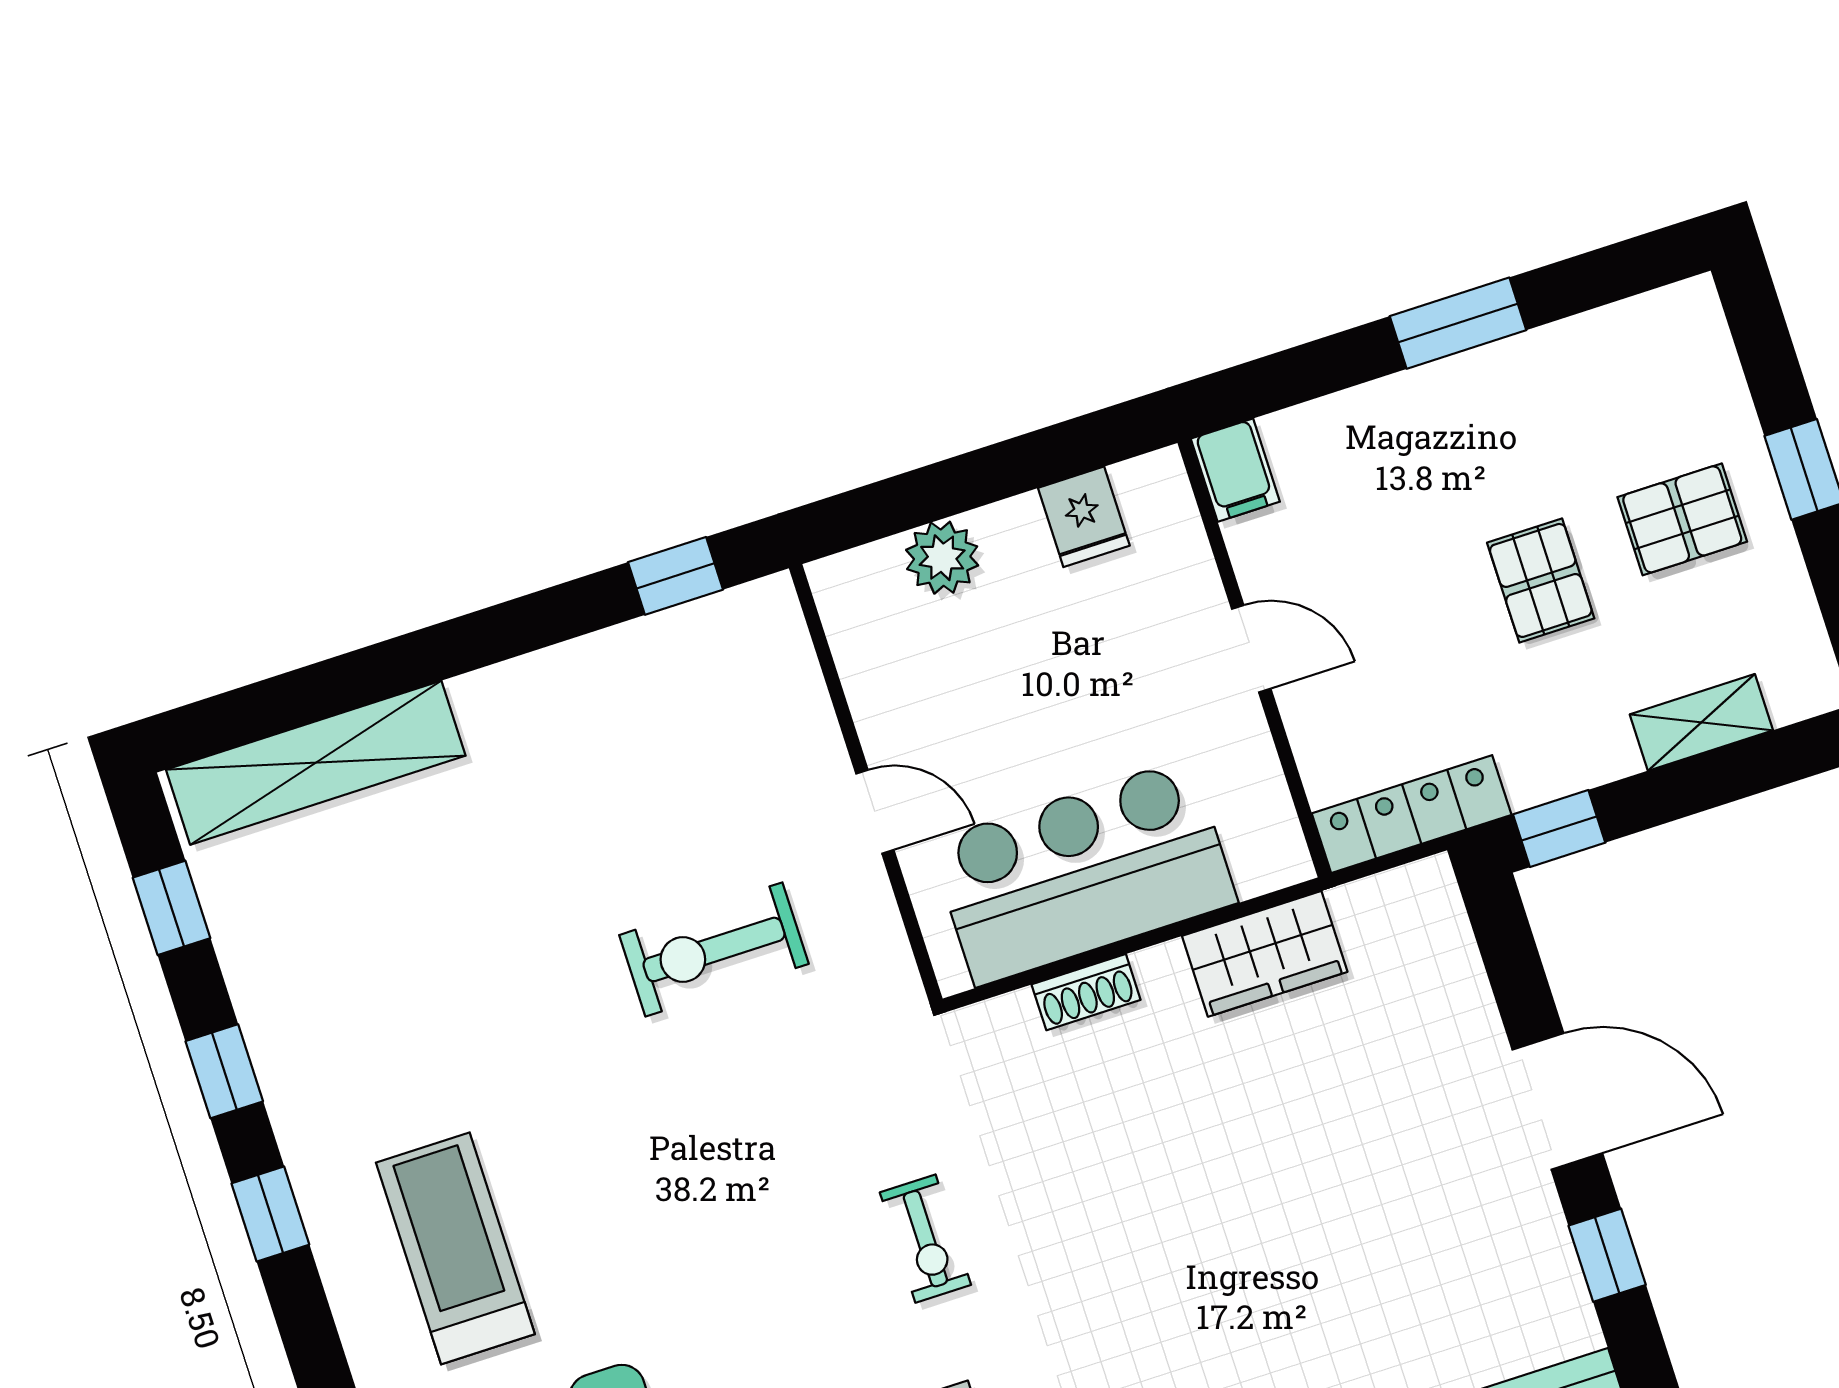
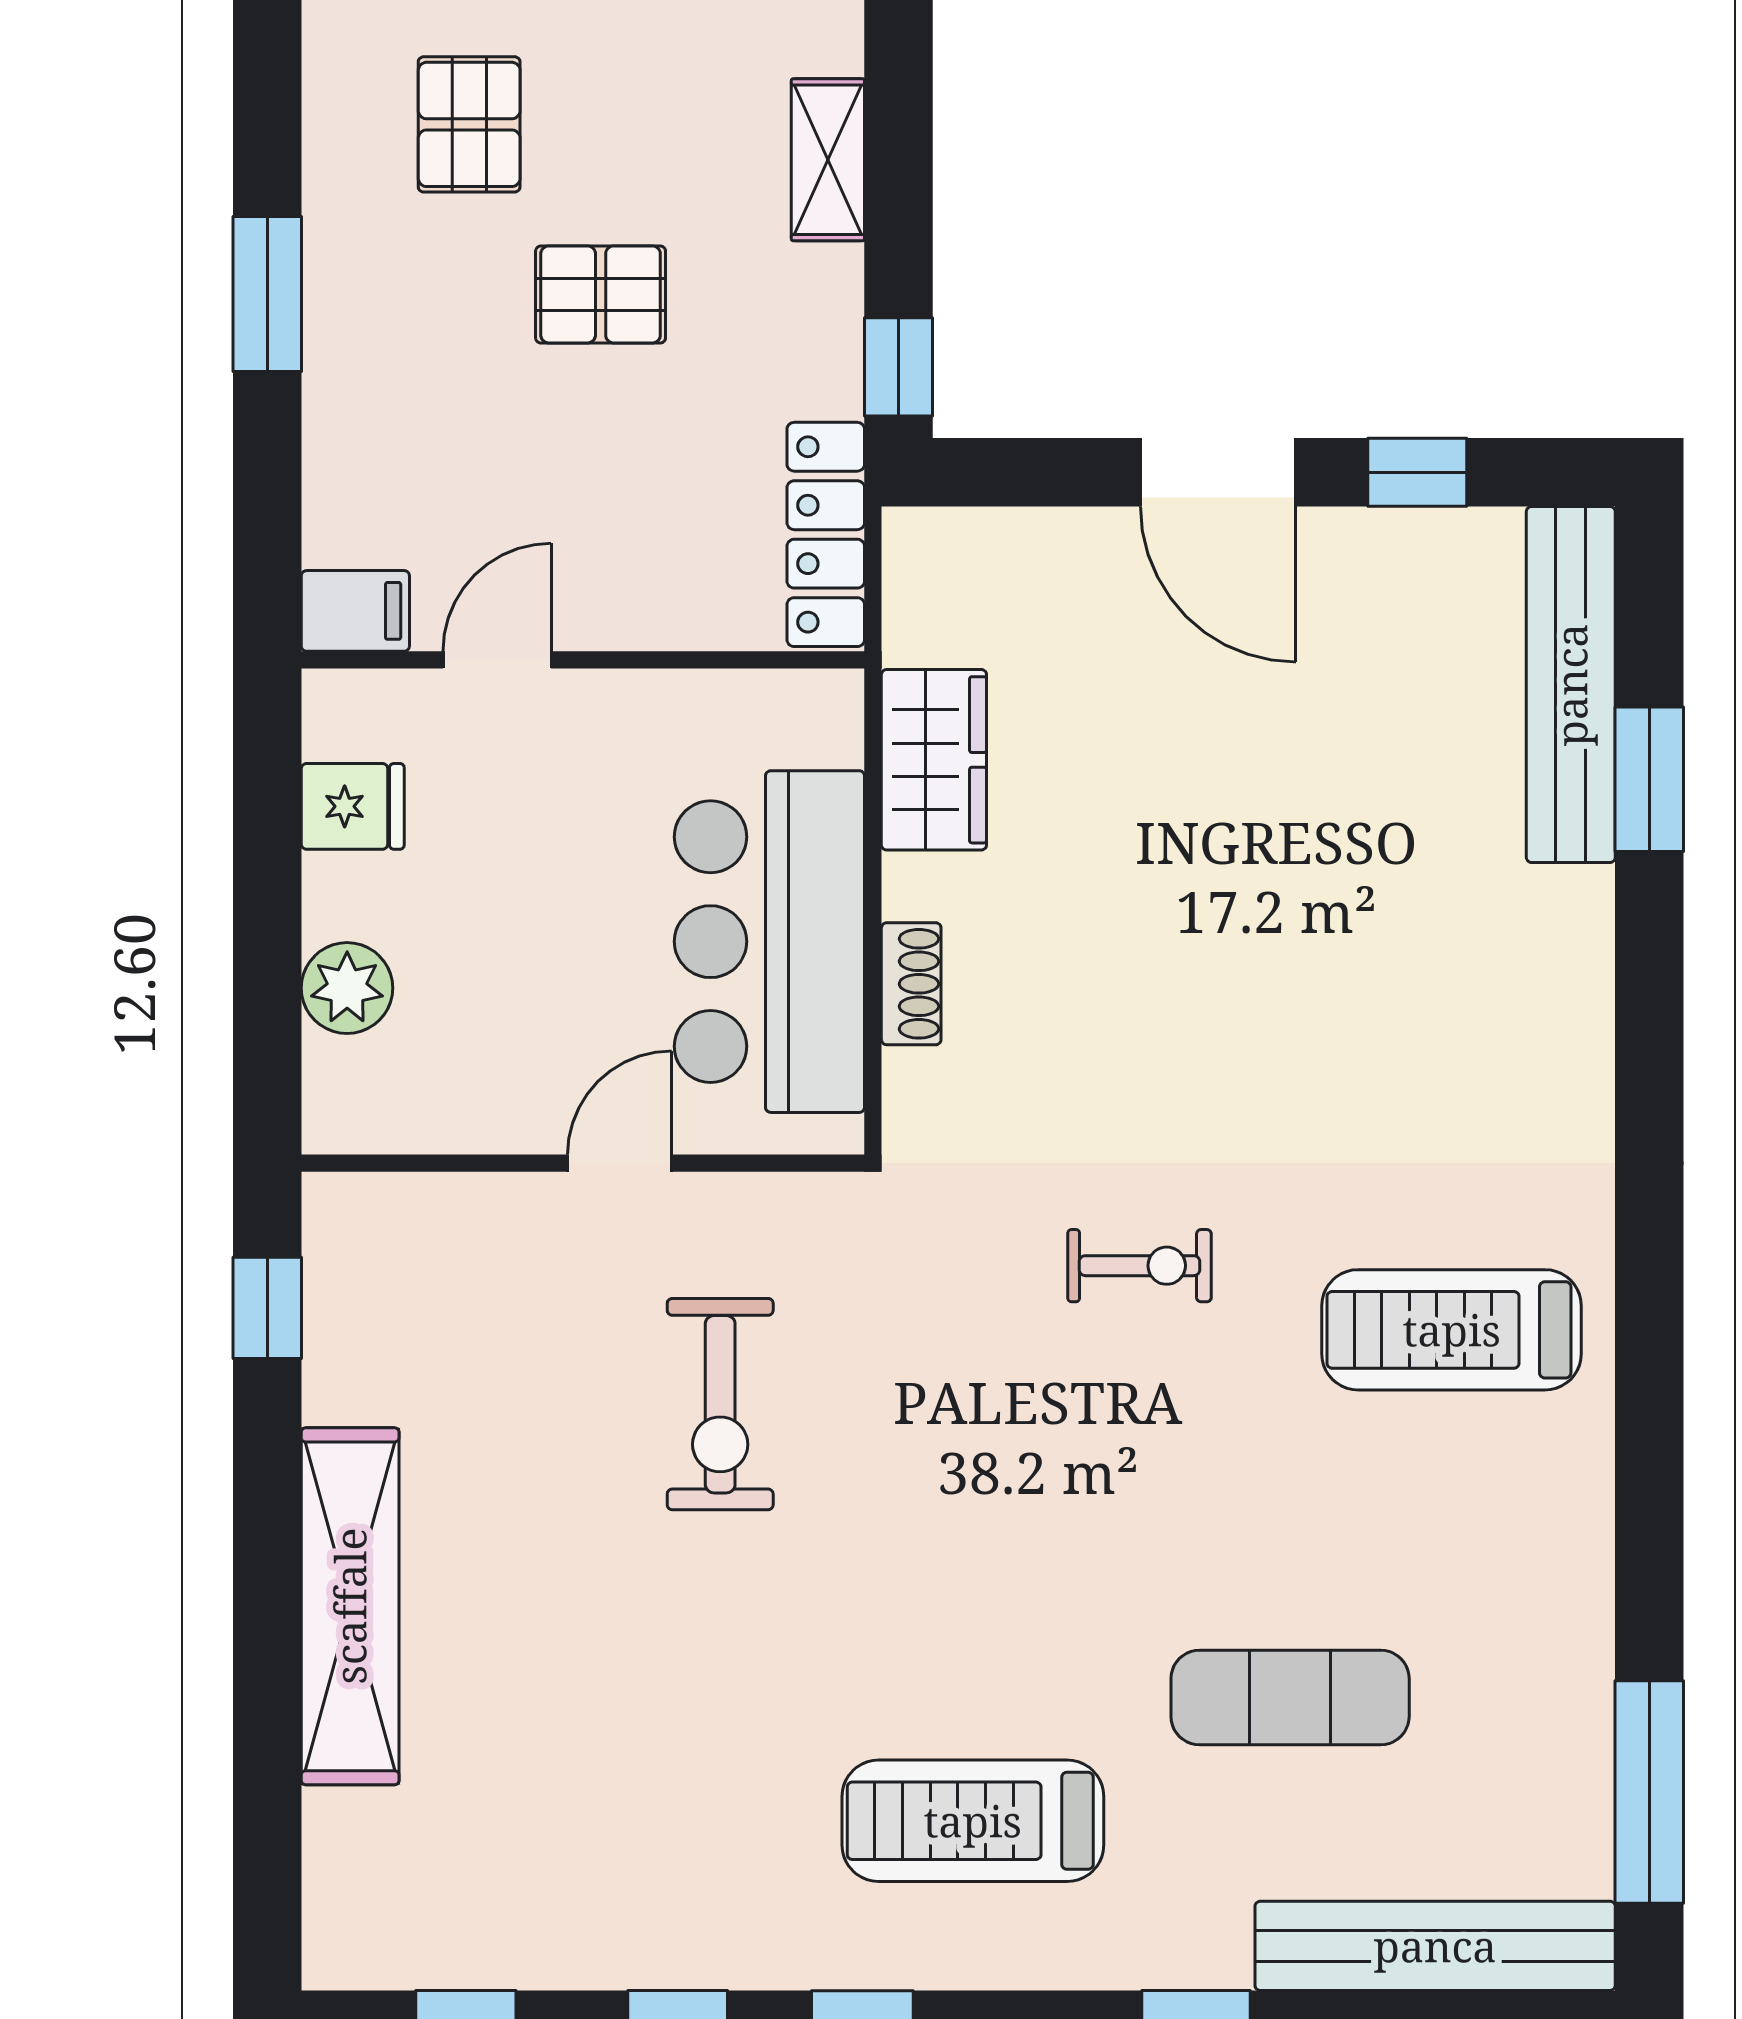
pallet: (1682, 519) -> (469, 124), moved
door: (1251, 649) -> (497, 660), moved
shelving: (316, 763) -> (350, 1606), moved
door: (1557, 1101) -> (1218, 472), swing flipped

